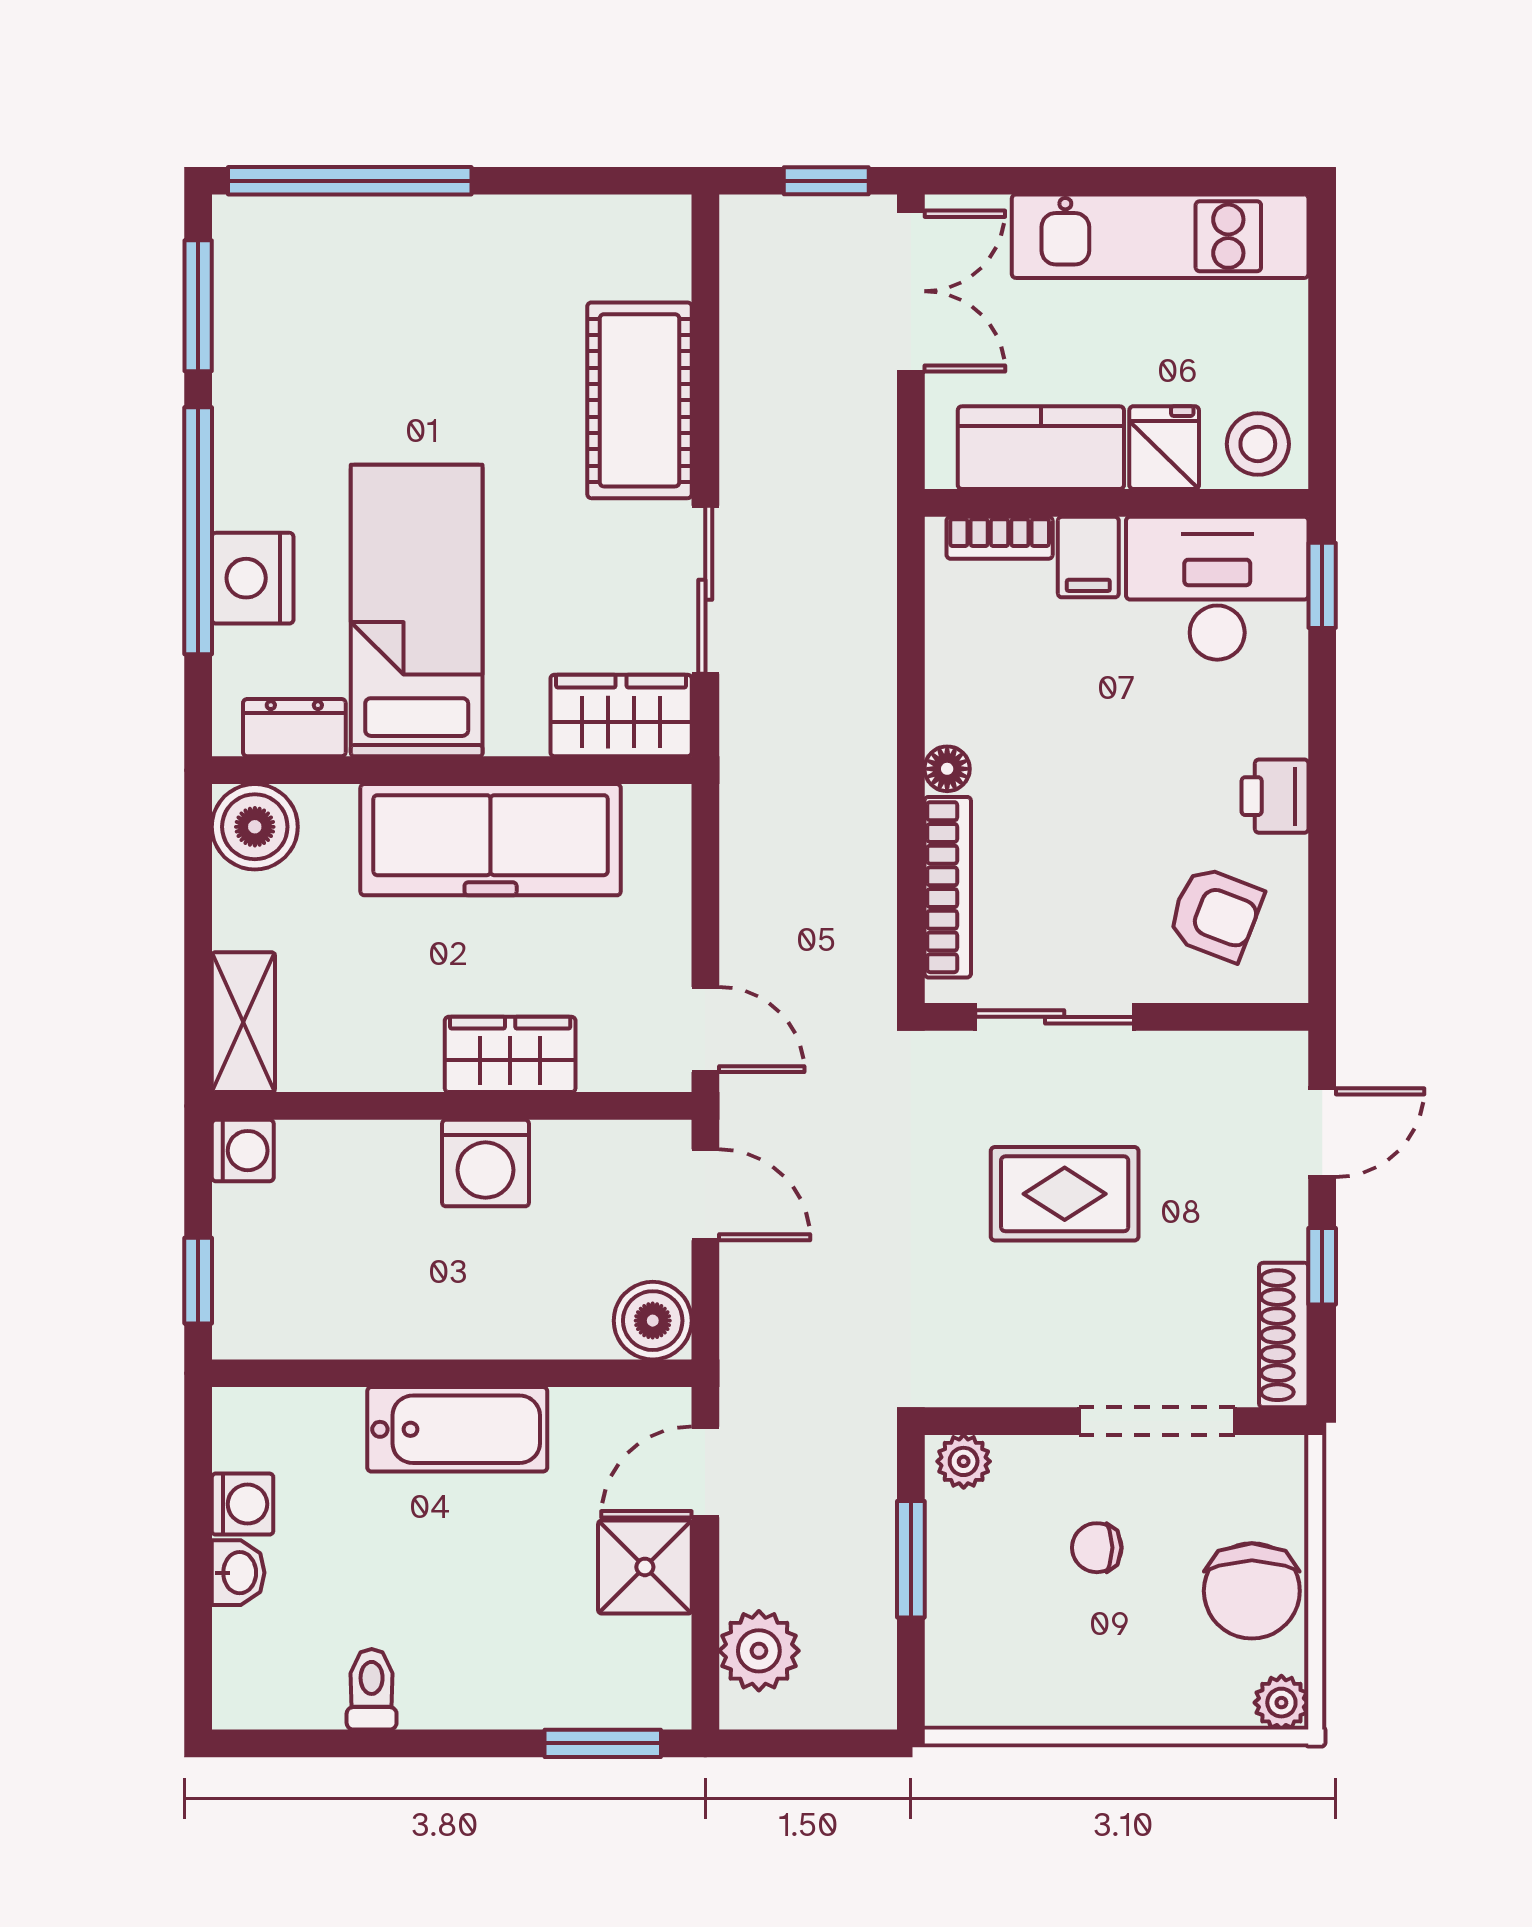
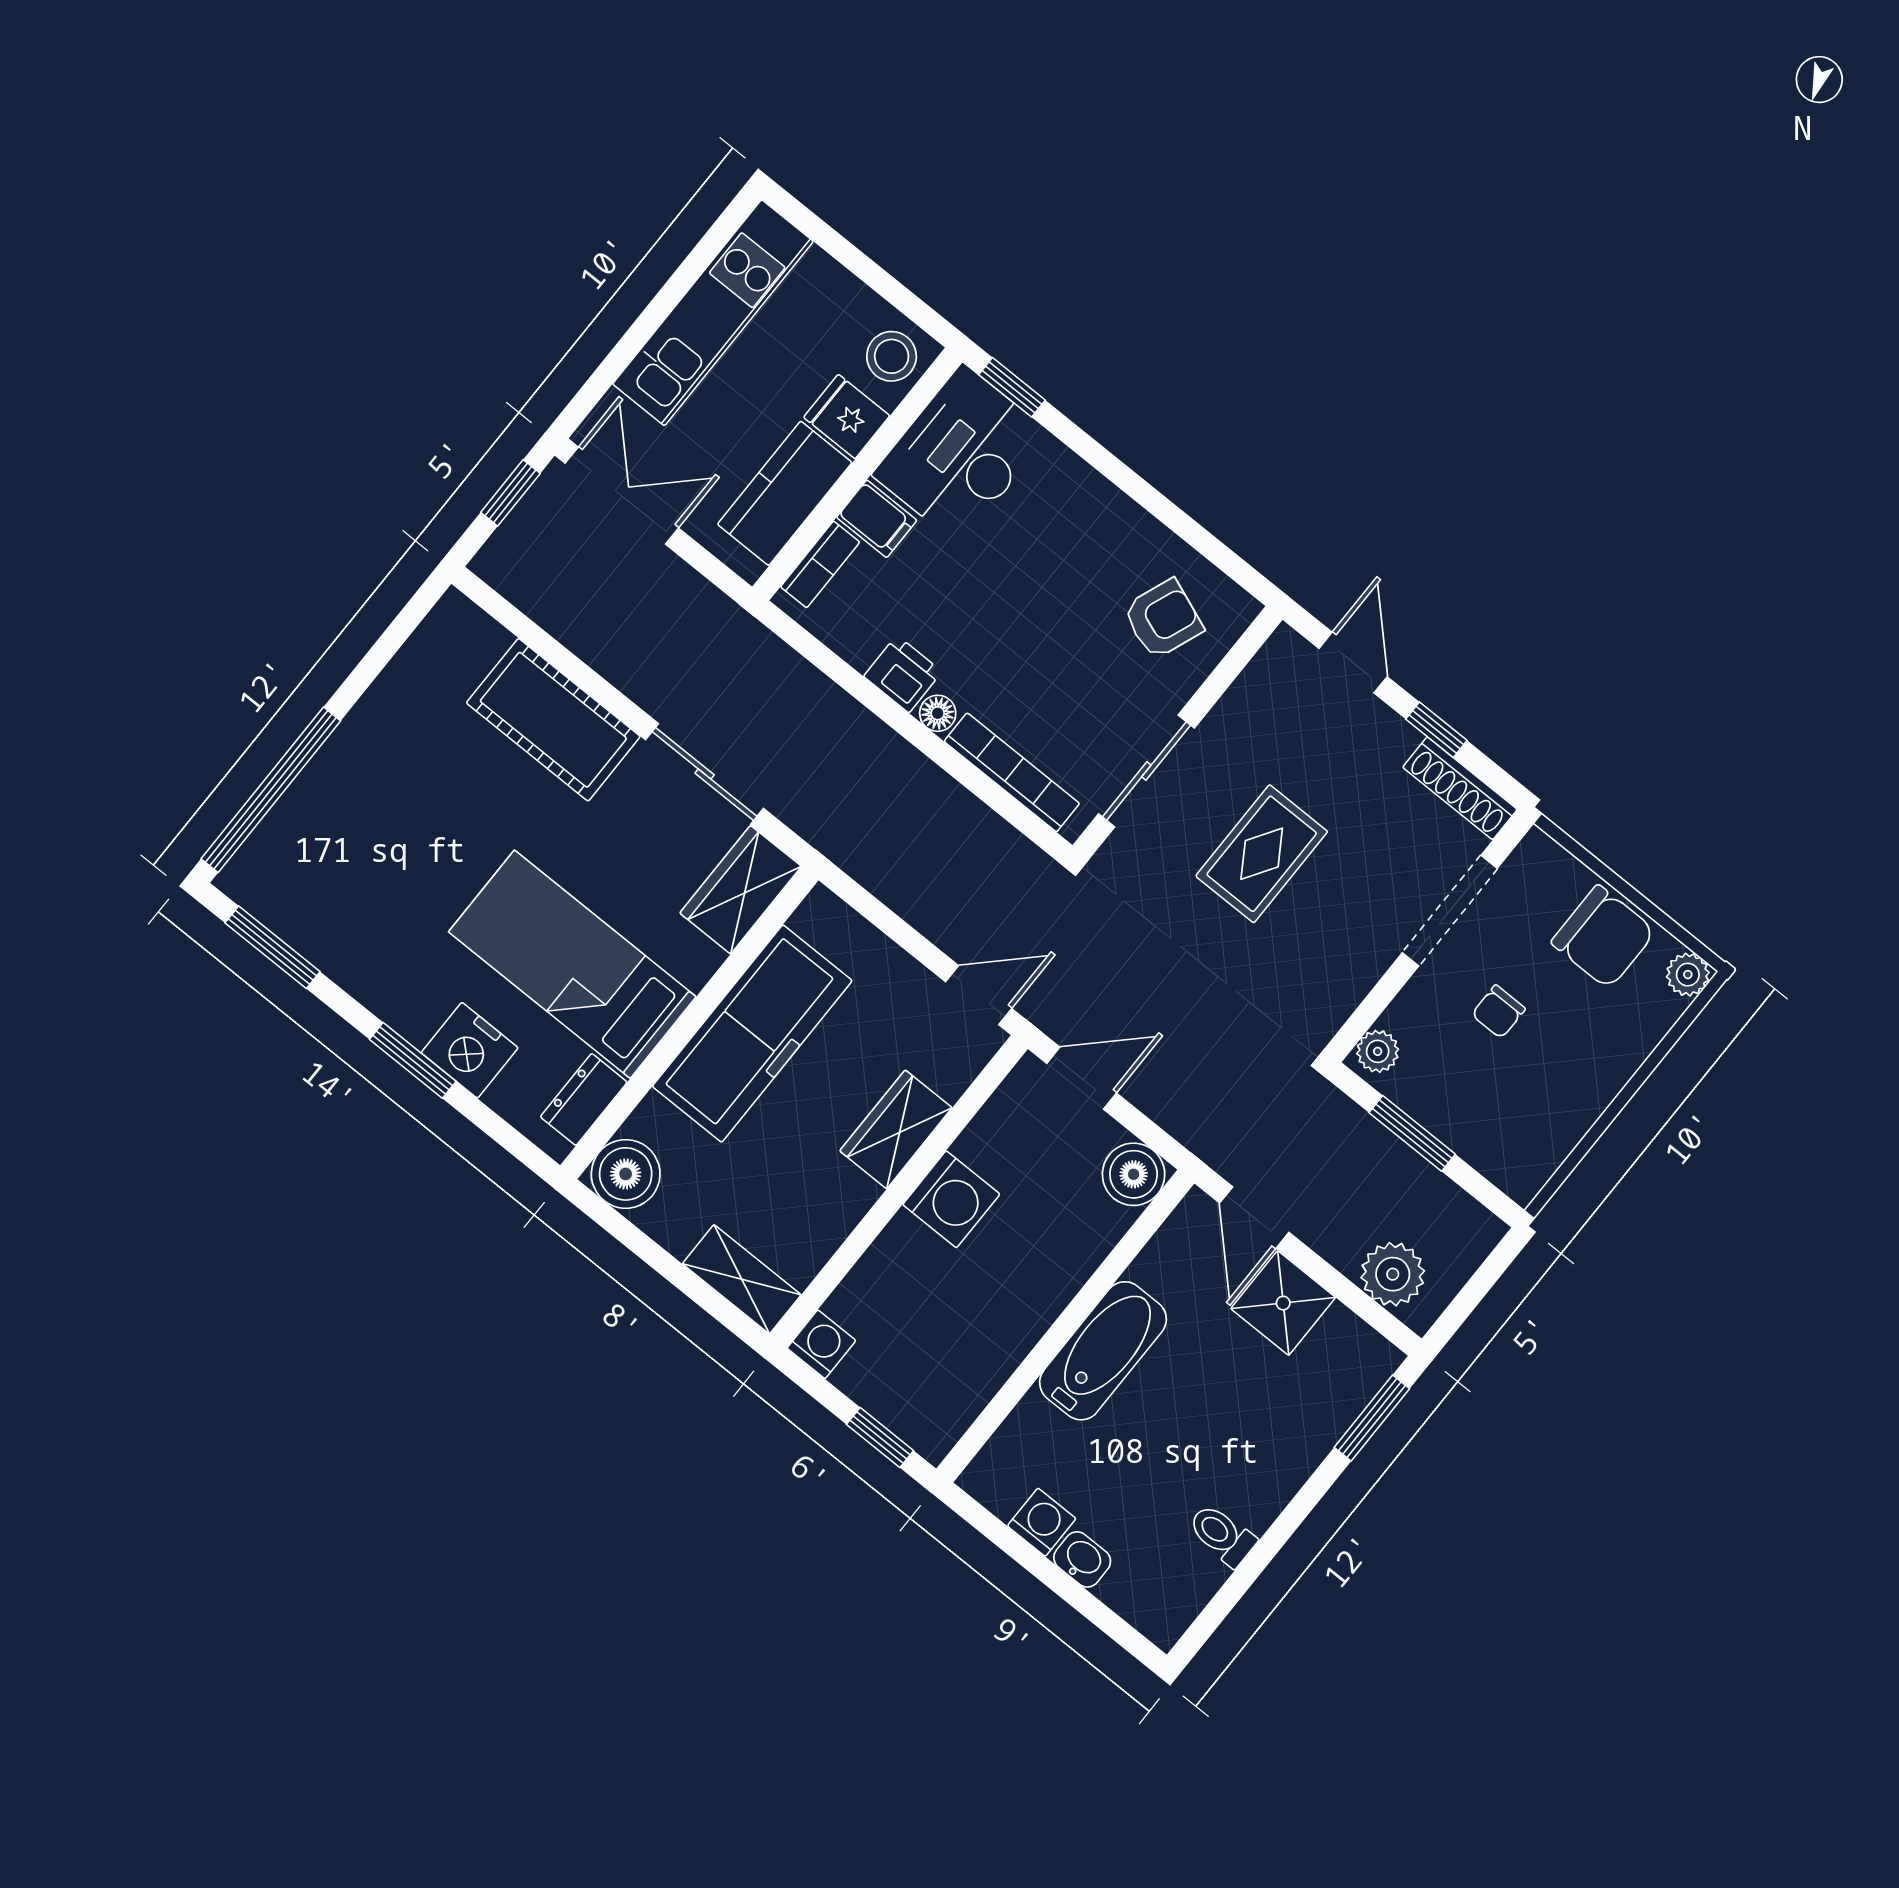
window: (198, 531) -> (413, 1060), width x0.47
printer: (1275, 796) -> (903, 674), moved, turned 180

